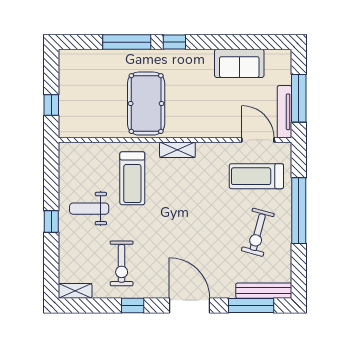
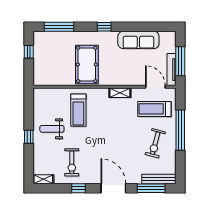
window: (127, 42) -> (59, 27), moved
sofa: (239, 63) -> (138, 40), width x1.36
window: (51, 105) -> (29, 52), moved
shelving: (177, 150) -> (120, 93), moved

